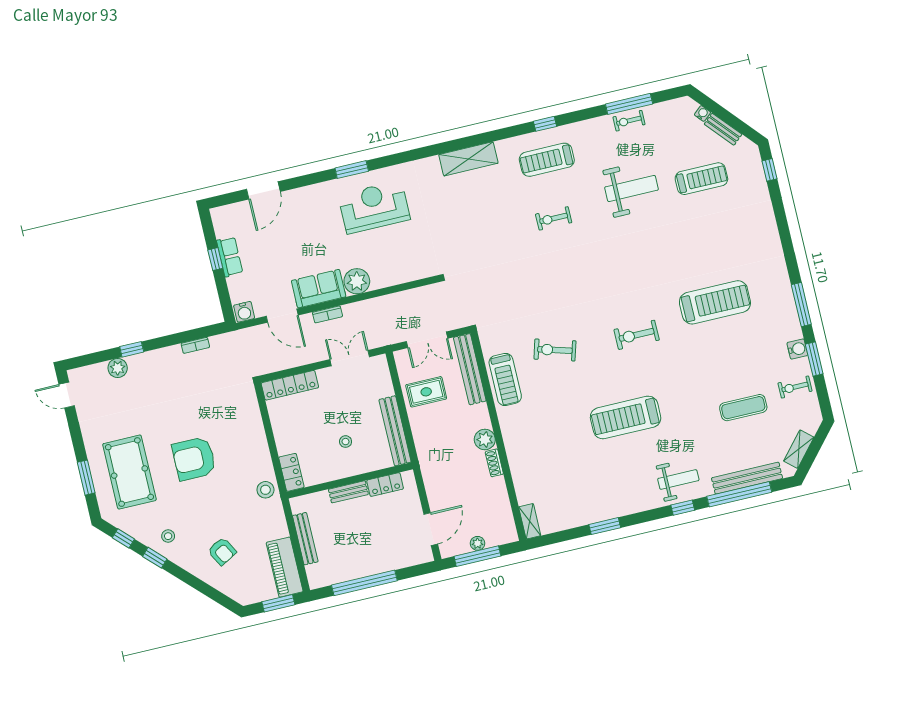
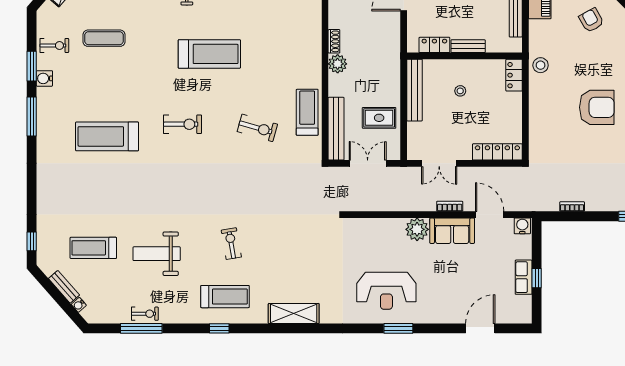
exercise bike: (554, 218) -> (231, 244), turned -100

